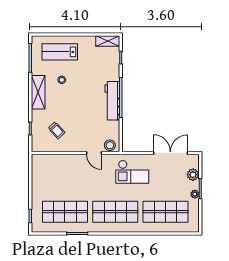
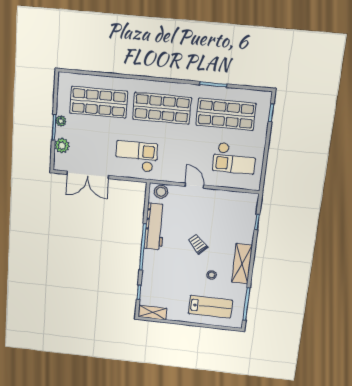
workbench: (112, 101) -> (155, 226), moved
trolley: (57, 130) -> (198, 244), moved
door: (94, 153) -> (194, 186), moved
checkout: (54, 178) -> (234, 158), added

